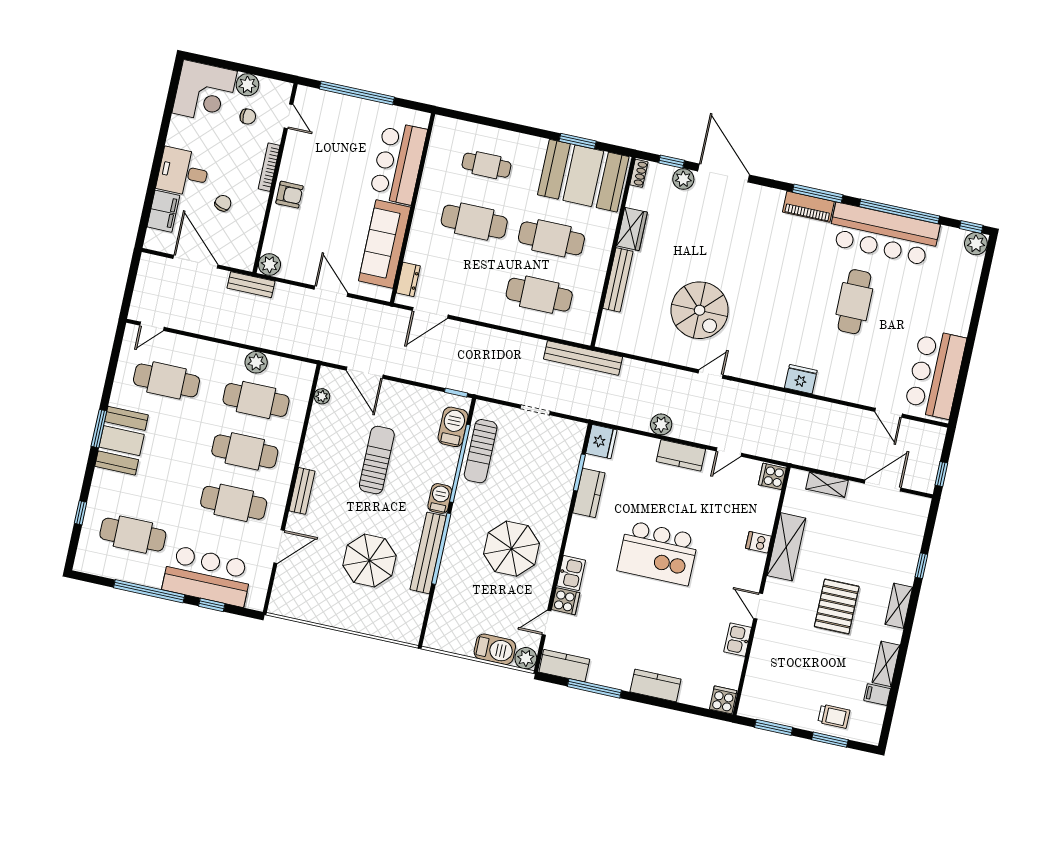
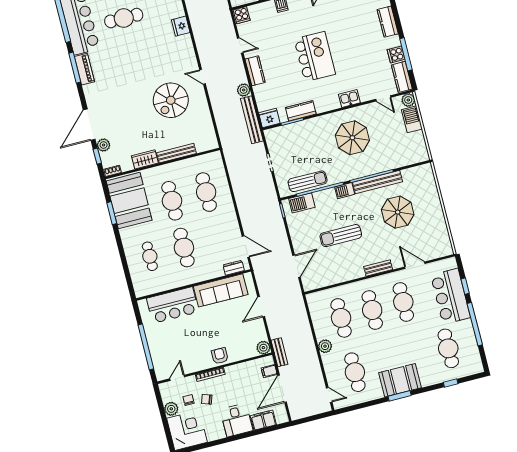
chair: (223, 203) -> (207, 399), moved
filing cabinet: (231, 256) -> (269, 371), added
spiral stairs: (700, 310) -> (171, 100), turned 180
bench: (583, 358) -> (252, 120), moved
plant: (256, 362) -> (325, 346), moved
plant: (322, 396) -> (321, 283), removed
cooker: (566, 601) -> (396, 55), moved, turned -90

